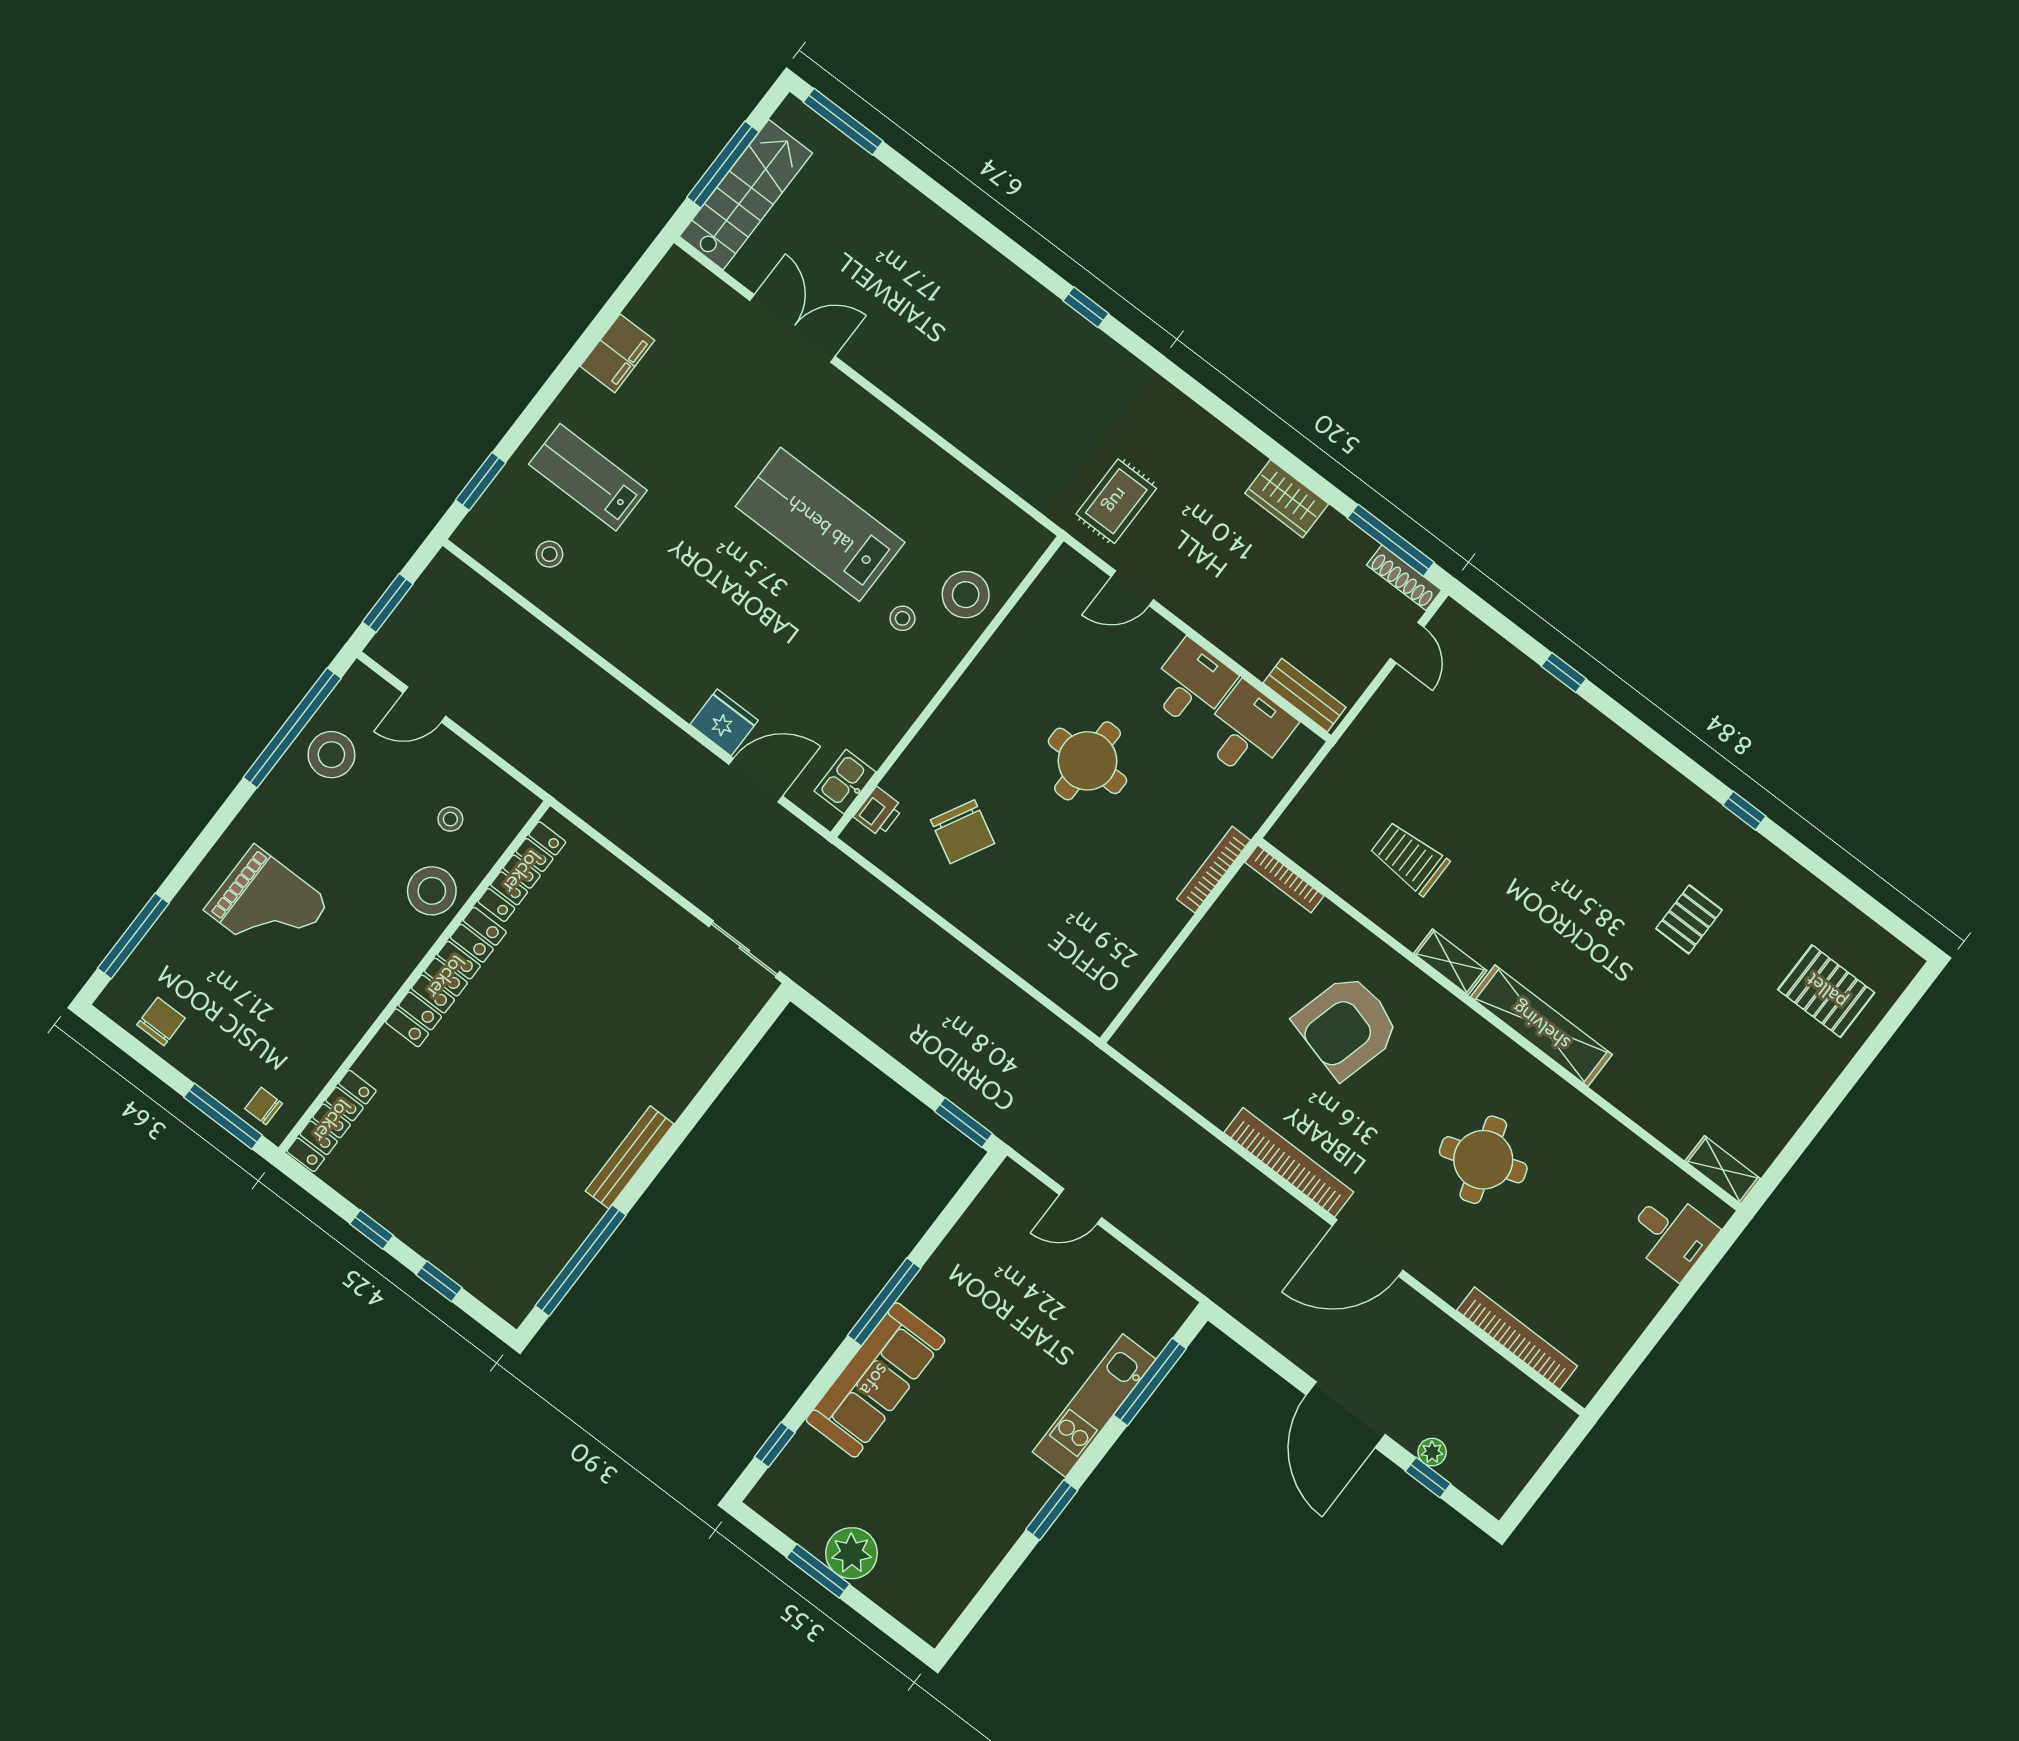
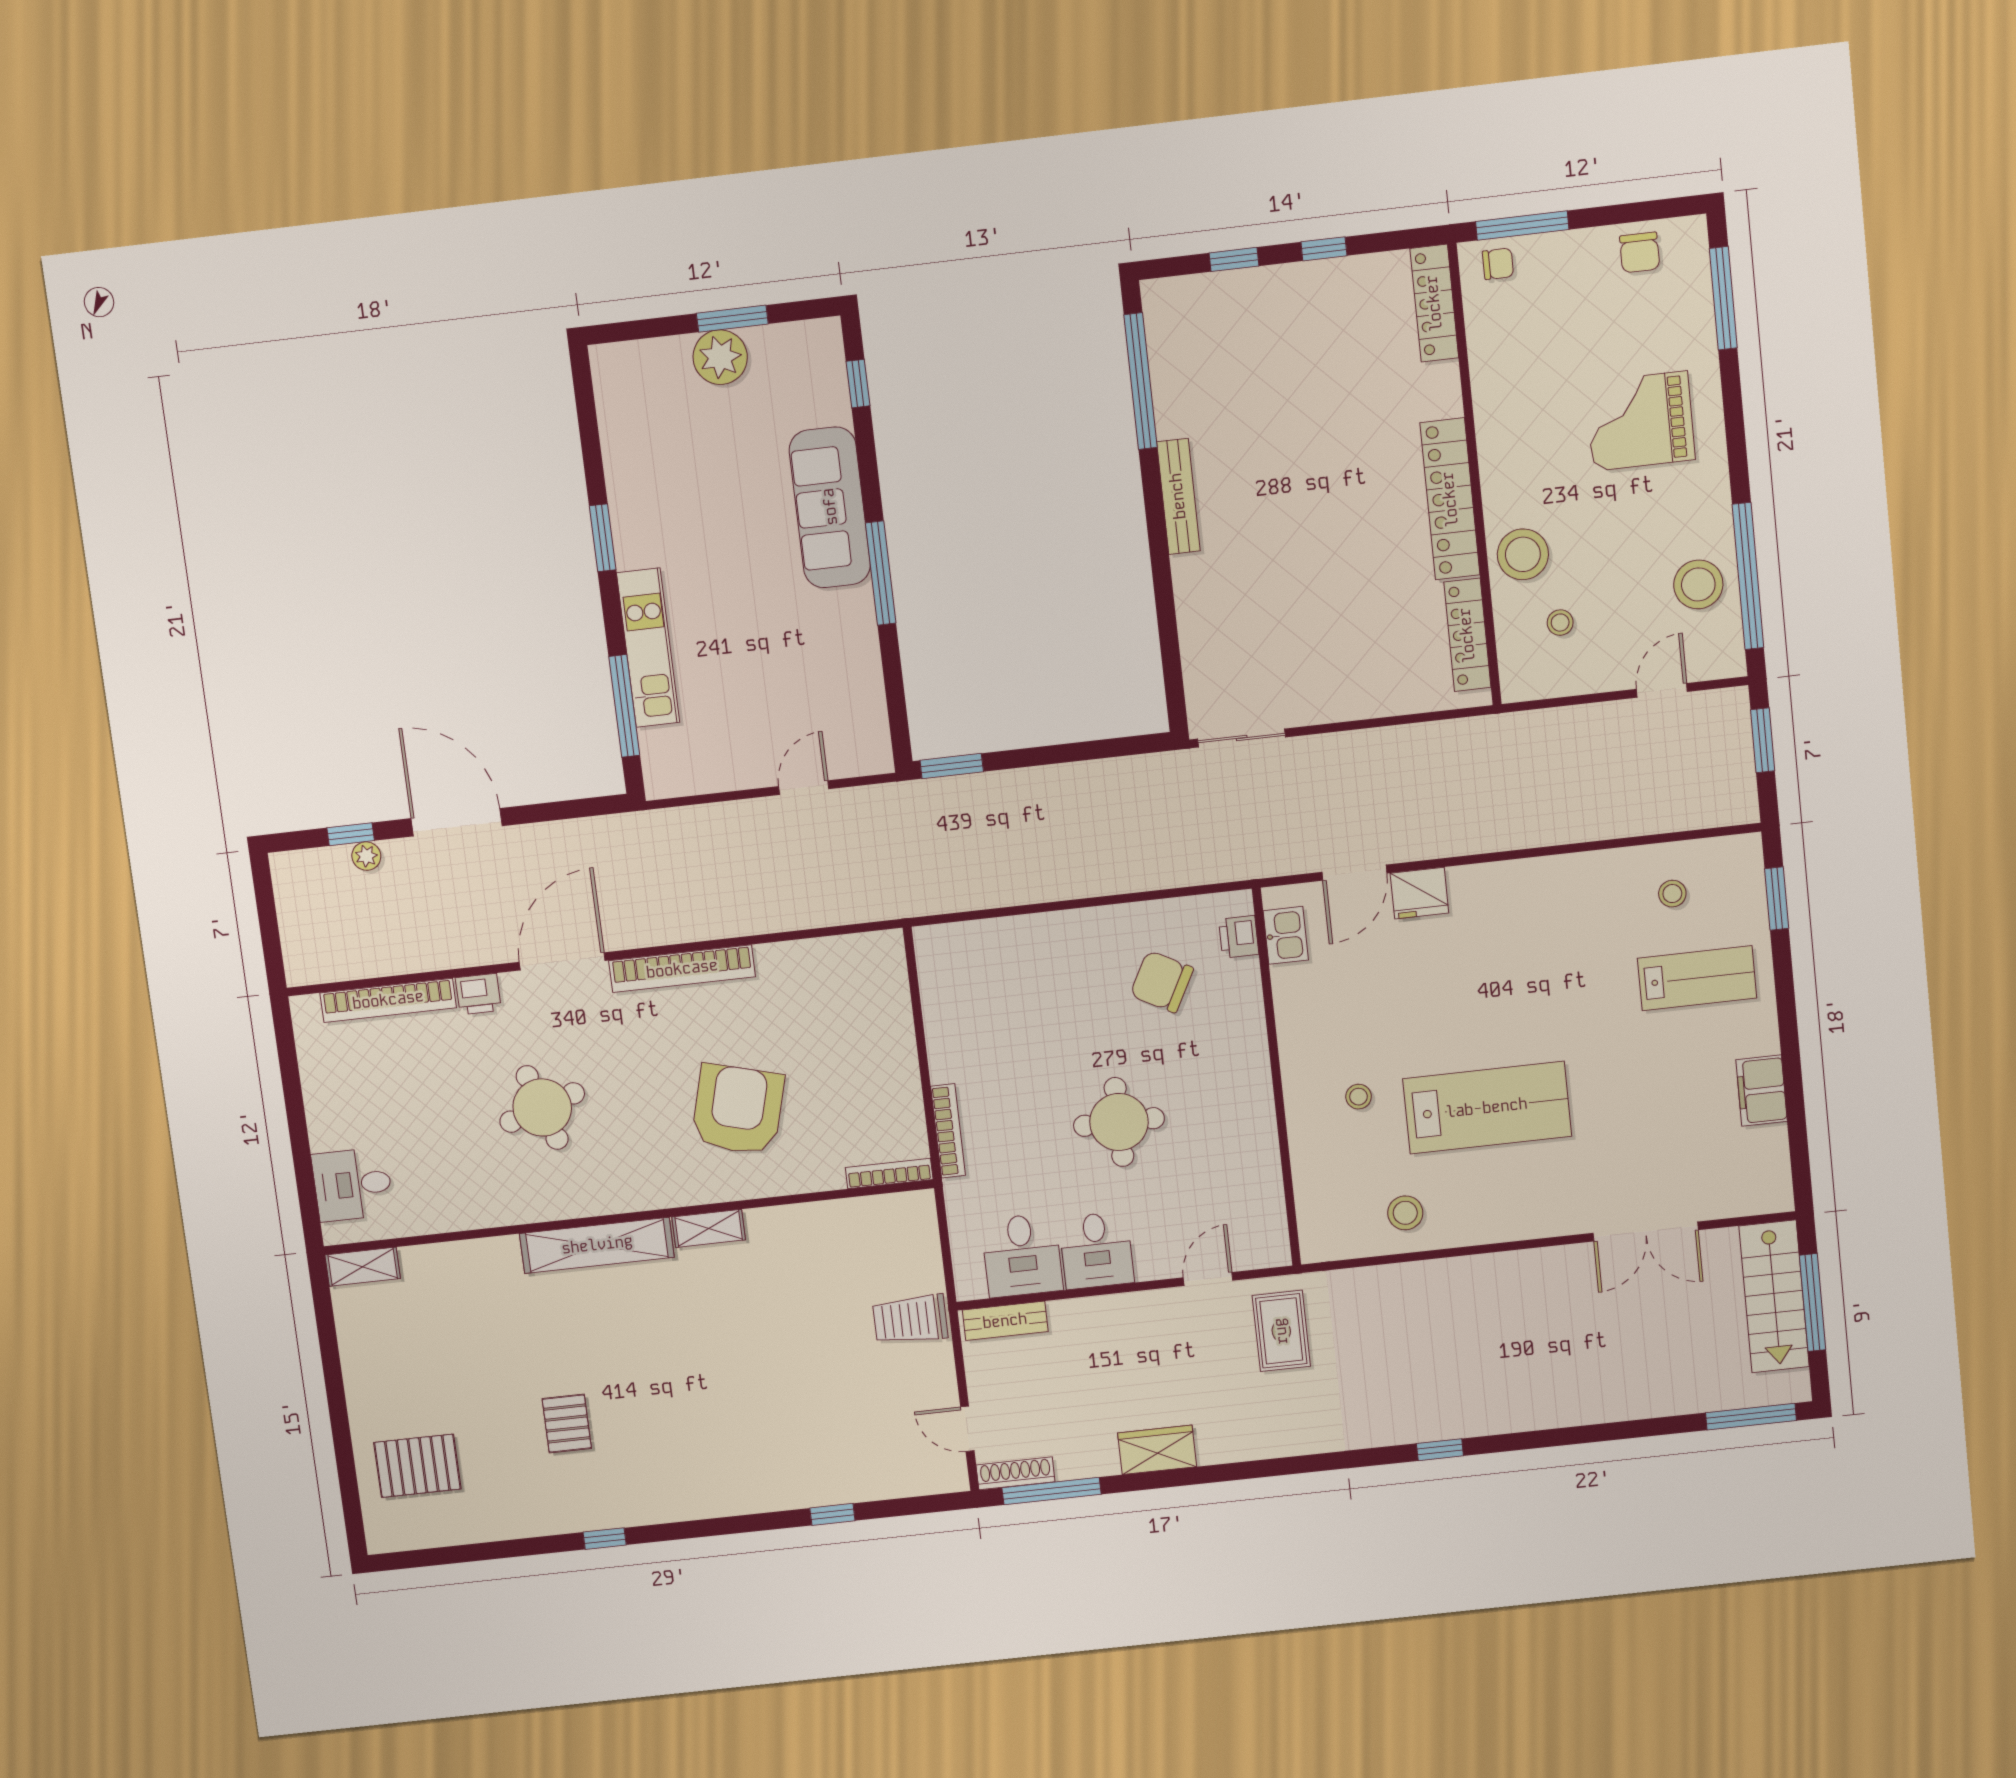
stool: (966, 595) -> (1405, 1213), moved, width x0.73, depth x0.73
trolley: (1409, 858) -> (910, 1319), moved, turned 180
printer: (1449, 1282) -> (478, 994), added

